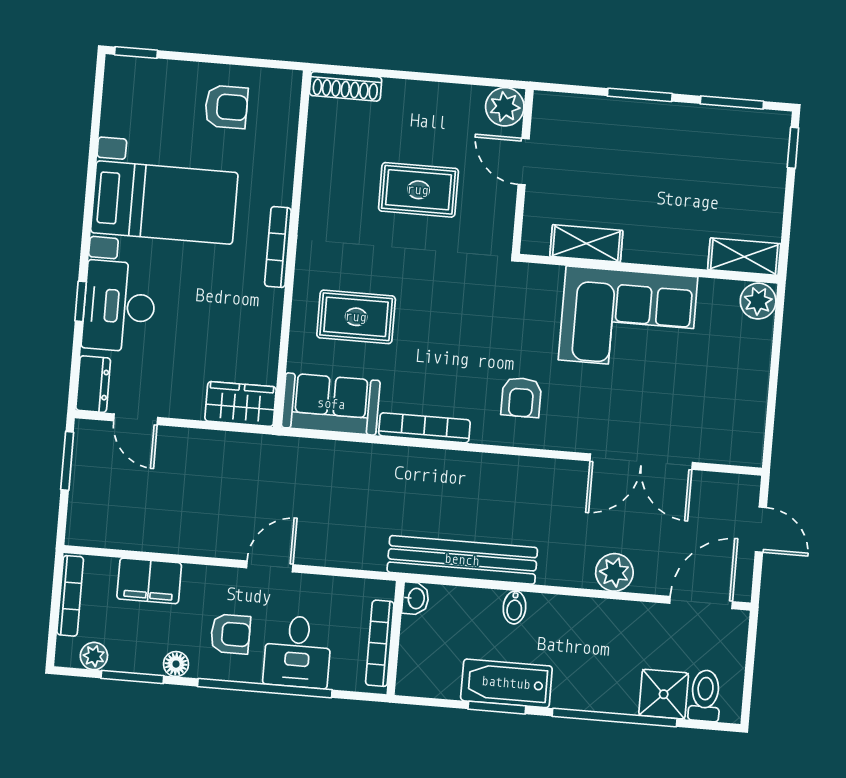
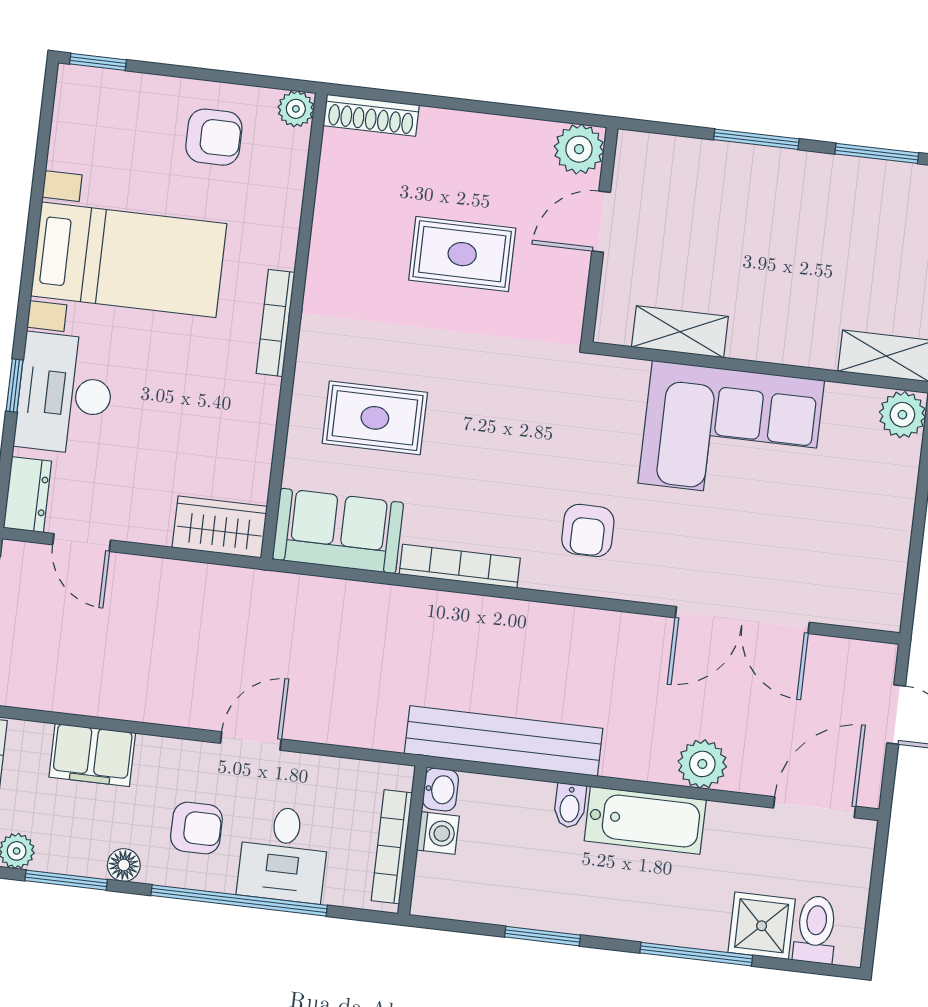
plant: (288, 83) -> (296, 109), added
door: (524, 162) -> (601, 222), hinge flipped
washing machine: (415, 632) -> (438, 833), added
bathtub: (506, 683) -> (645, 820), moved, turned 180
window: (615, 717) -> (696, 954), width x0.68

